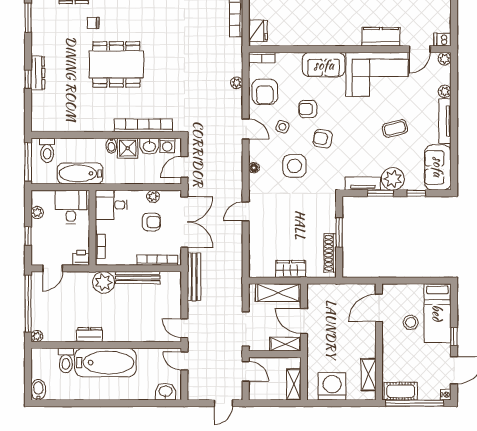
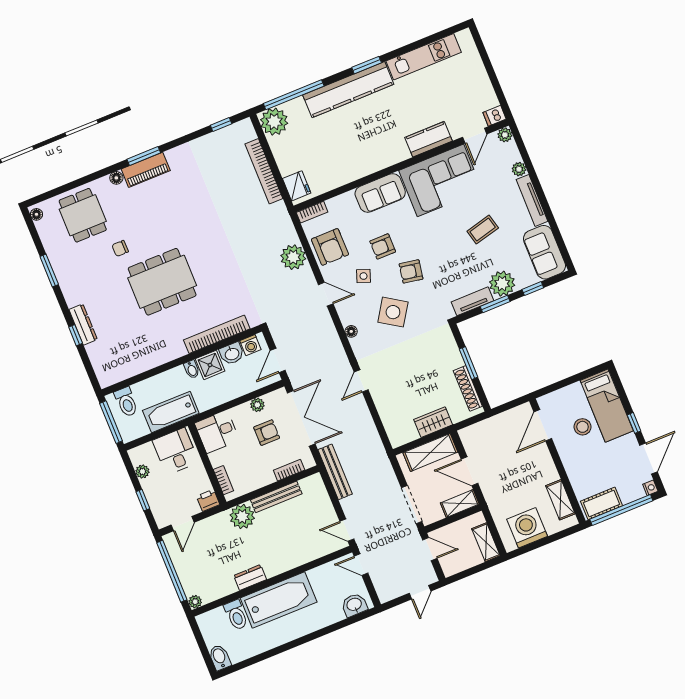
plant: (237, 83) -> (293, 257), width x1.88, depth x1.88
side table: (294, 166) -> (393, 312), turned 33
bookcase: (157, 260) -> (289, 470), width x0.64

